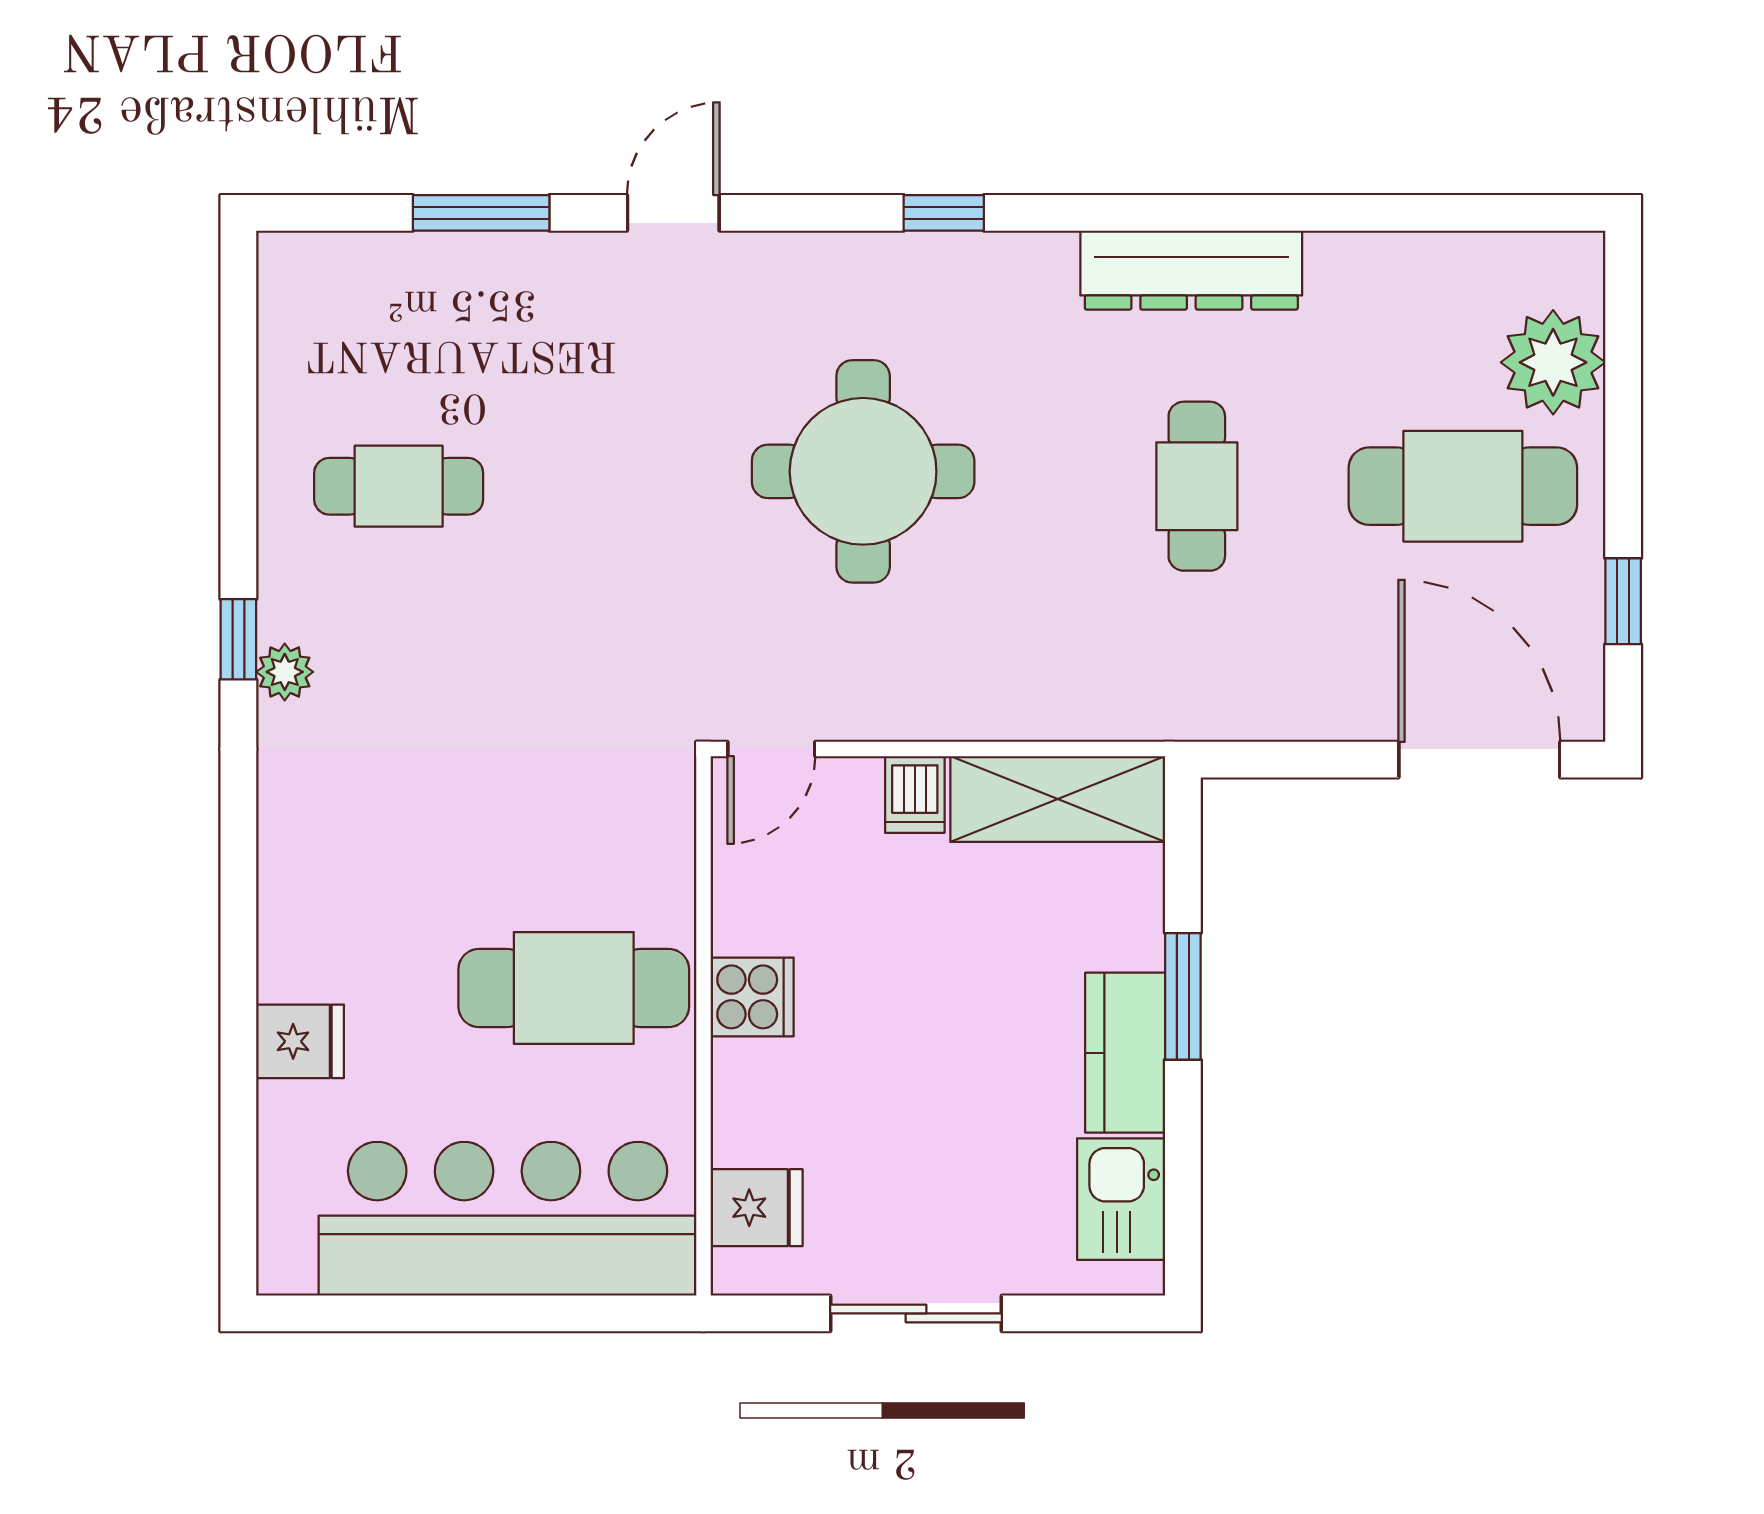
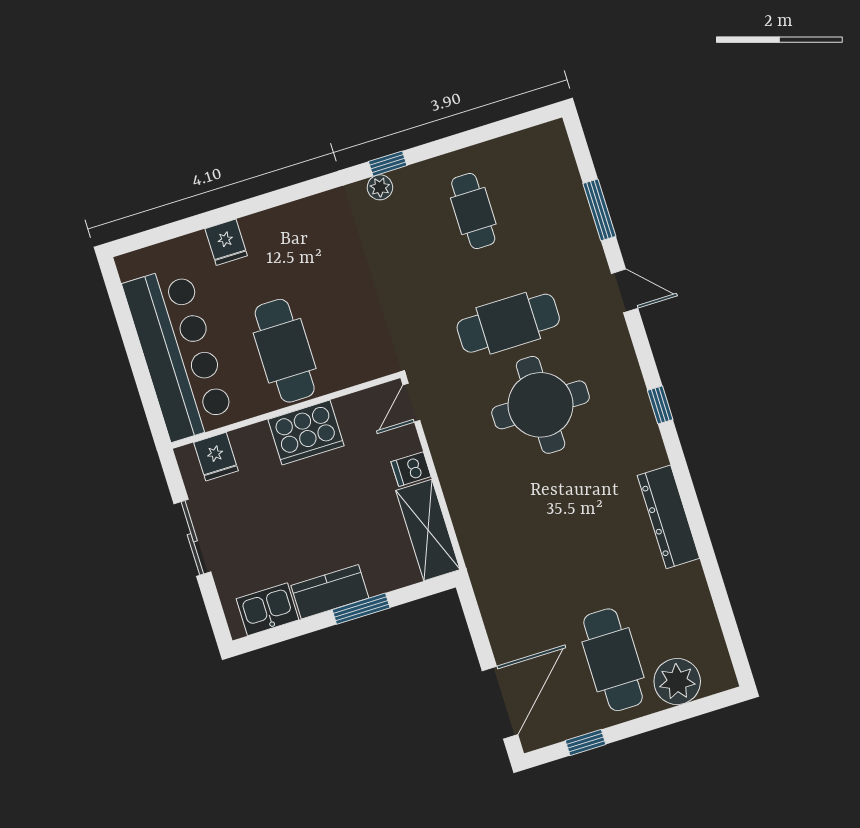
cafe table: (1197, 486) -> (508, 323), moved, width x1.37, depth x1.35
door: (771, 749) -> (411, 403), hinge flipped
cooker: (752, 997) -> (306, 433), width x1.87, depth x1.31

